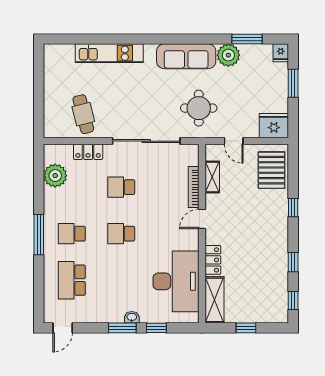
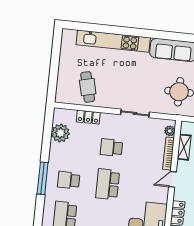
kitchen unit: (109, 53) -> (113, 41), width x1.36
sliding door: (146, 141) -> (135, 113), width x0.54
plant: (192, 159) -> (170, 131), added
school desk: (121, 234) -> (108, 184), width x1.85

